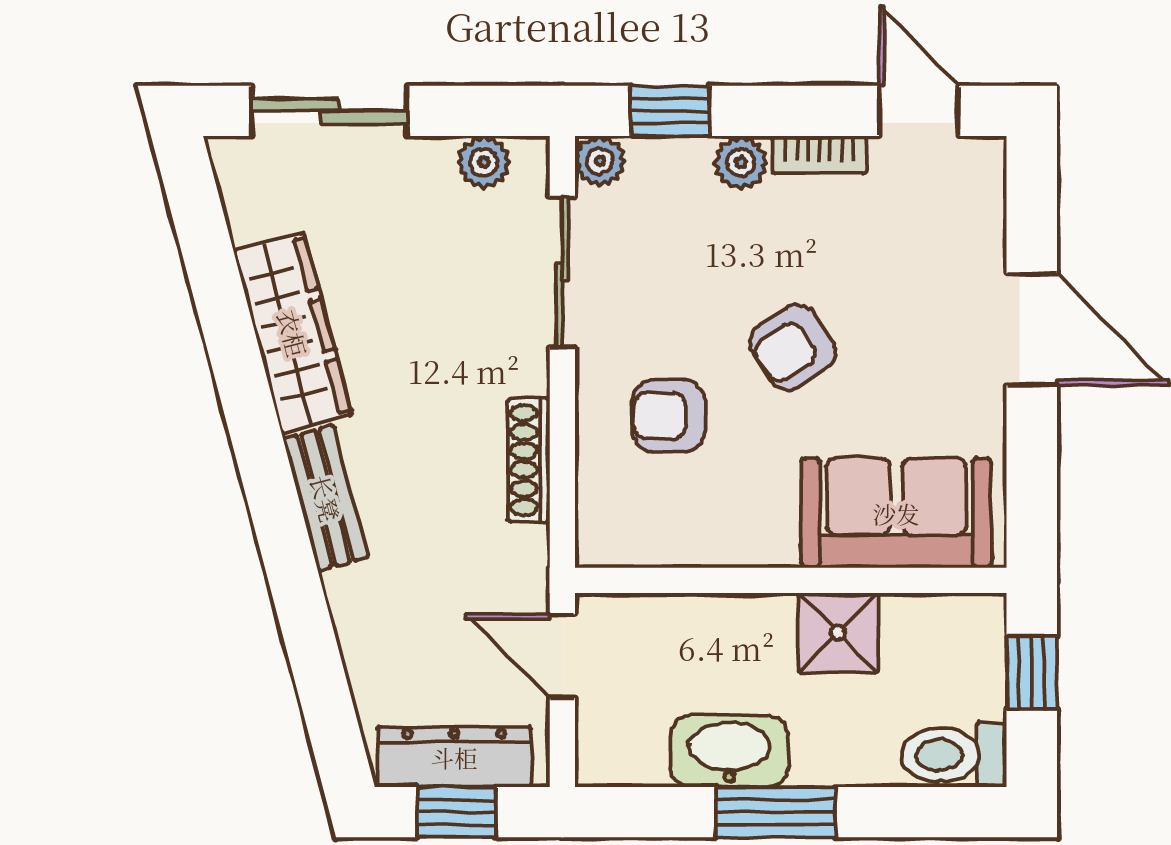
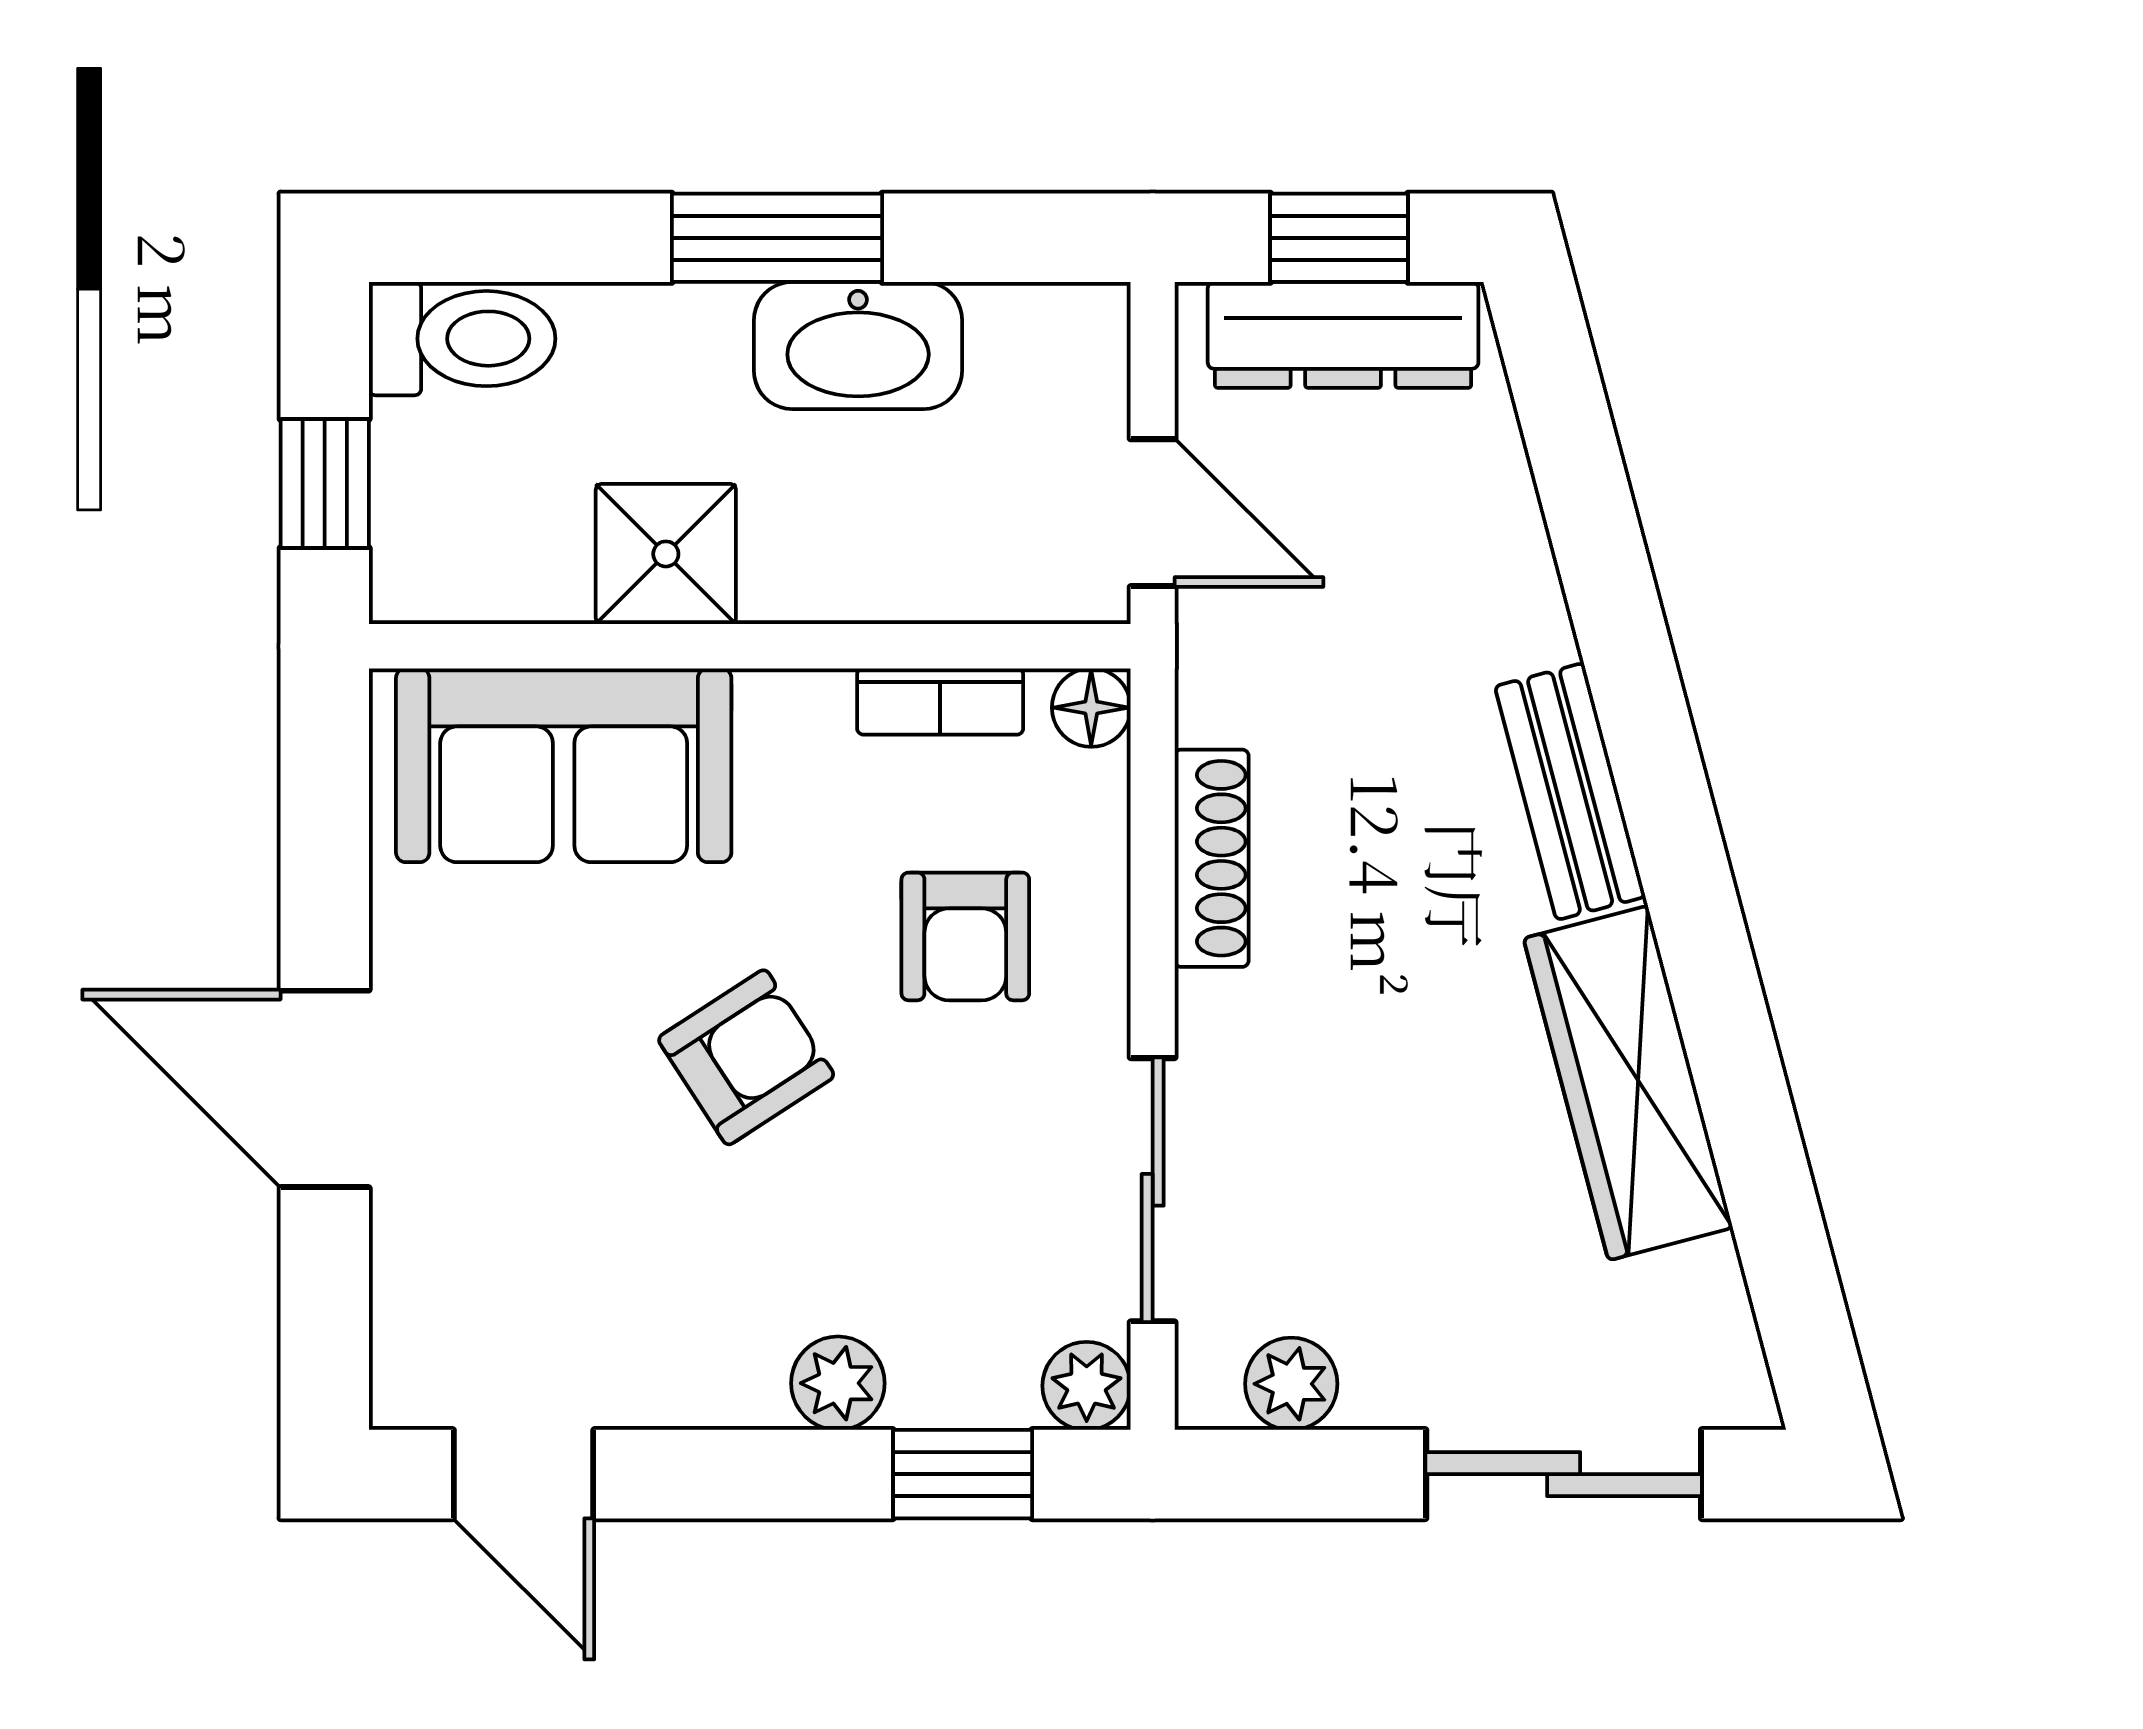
bookcase: (819, 155) -> (940, 701), moved, turned 180
armchair: (669, 416) -> (965, 936), turned 90
floor lamp: (597, 546) -> (1091, 708), added

